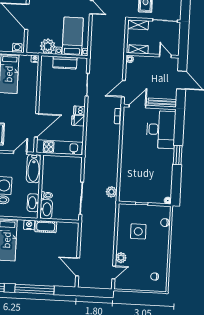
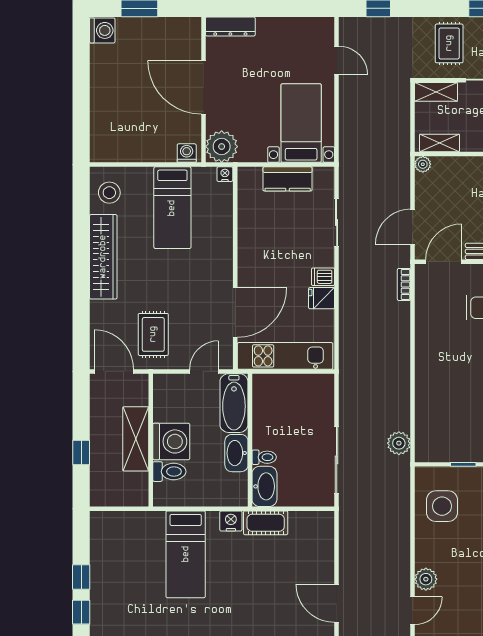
plant: (48, 46) -> (222, 147), moved
washbasin: (33, 203) -> (236, 453), moved
side table: (138, 231) -> (442, 506), moved

